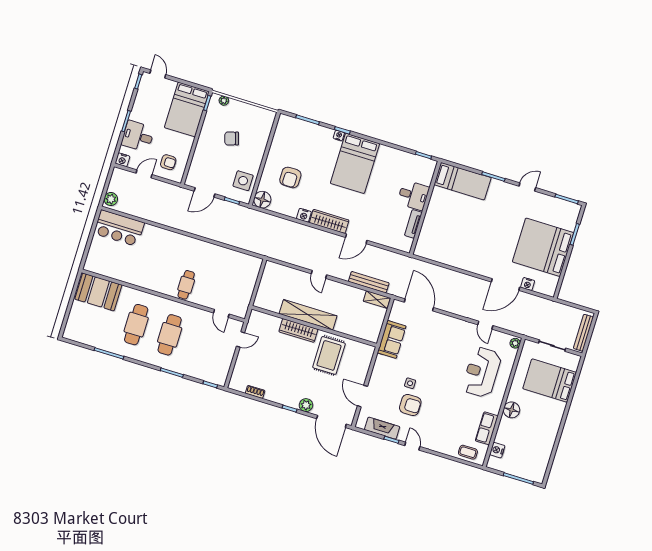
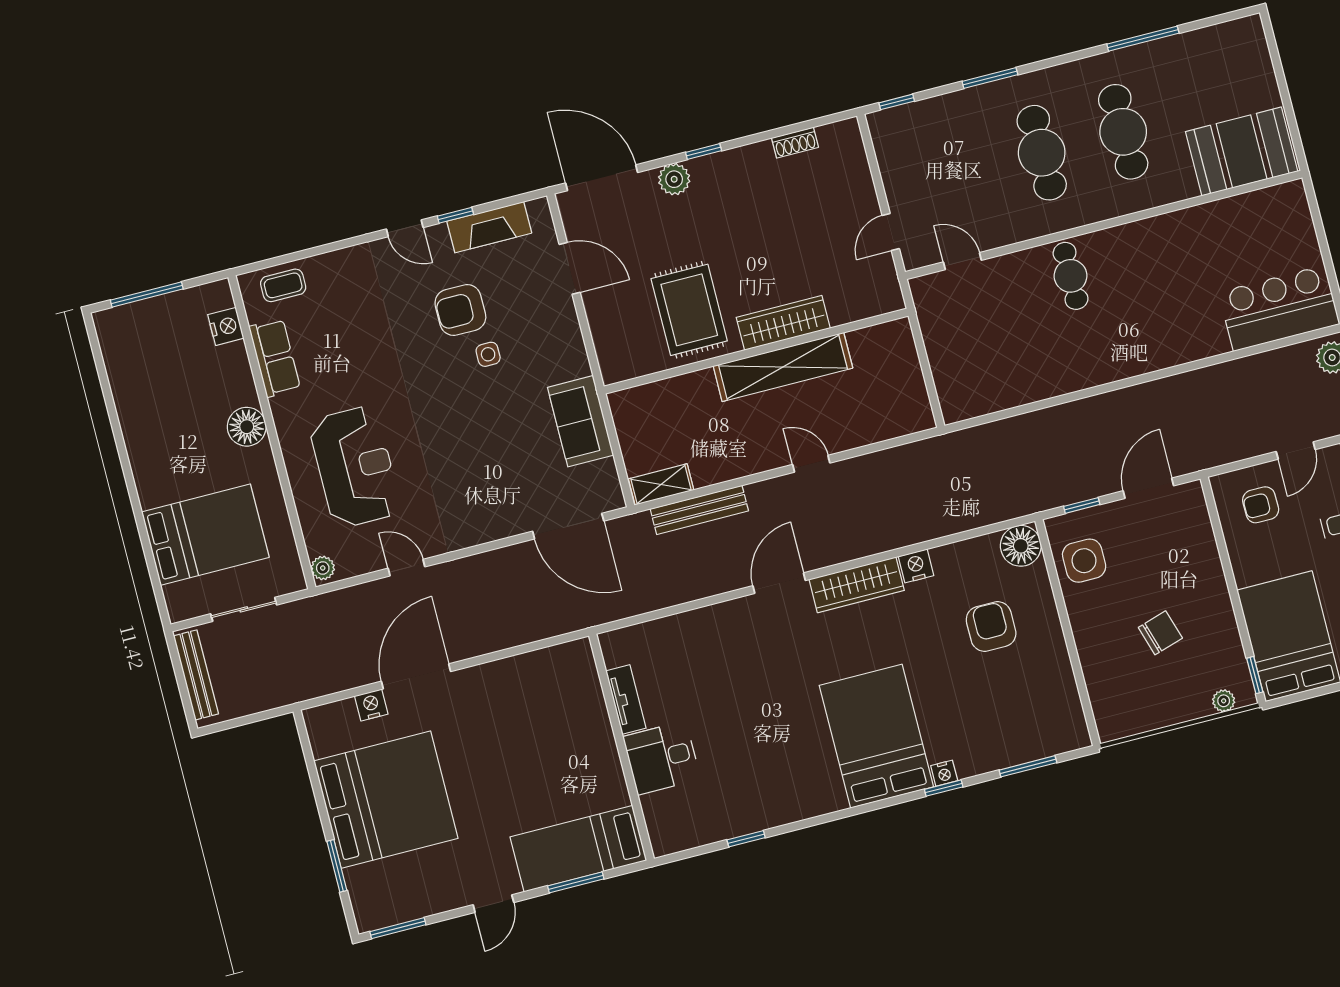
bed: (463, 181) -> (578, 849), moved
desk: (413, 195) -> (662, 758), moved
wall: (425, 208) -> (621, 747), moved
tv unit: (413, 224) -> (626, 699), moved

